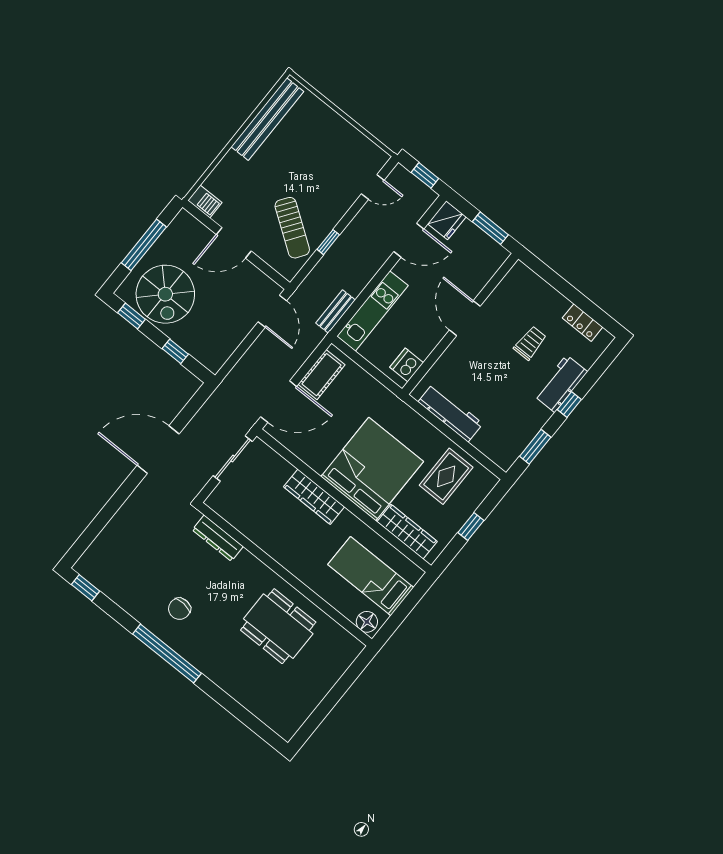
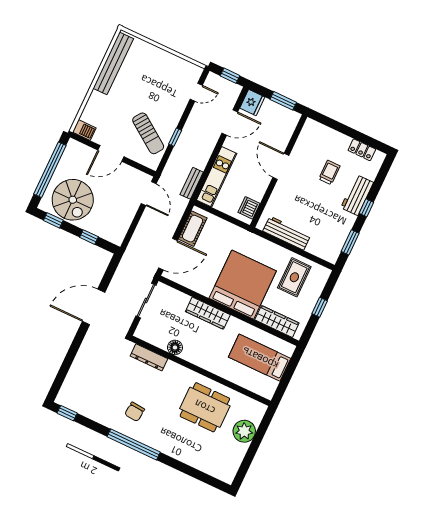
window: (144, 245) -> (50, 170), width x1.46
floor lamp: (367, 622) -> (175, 347), moved
plant: (325, 673) -> (244, 431), added

